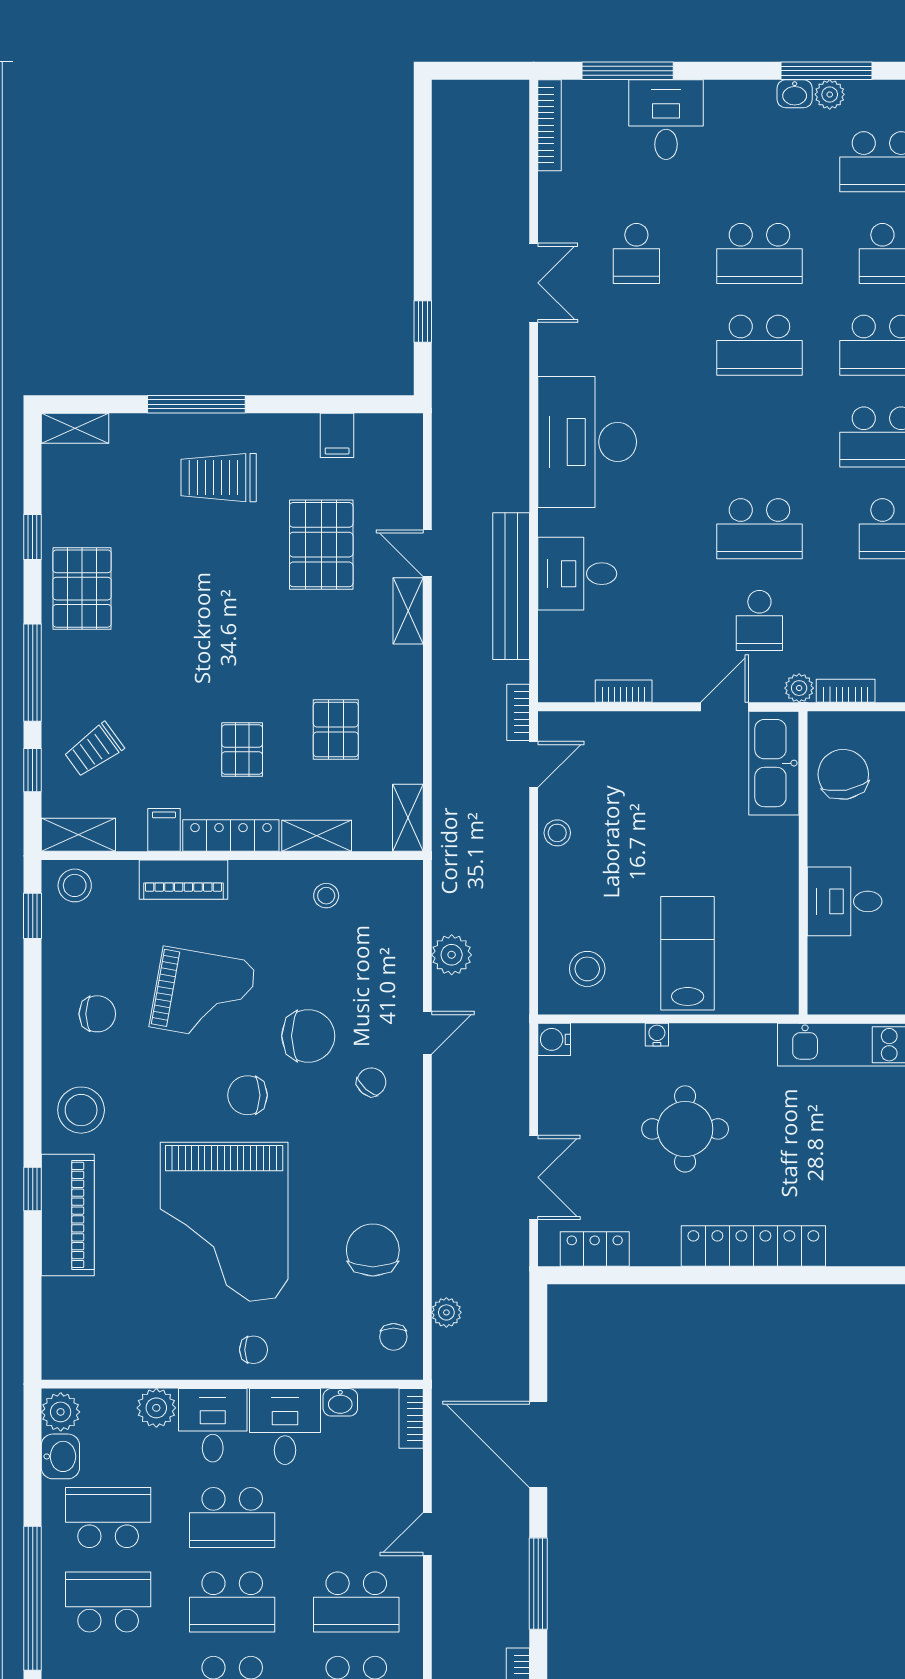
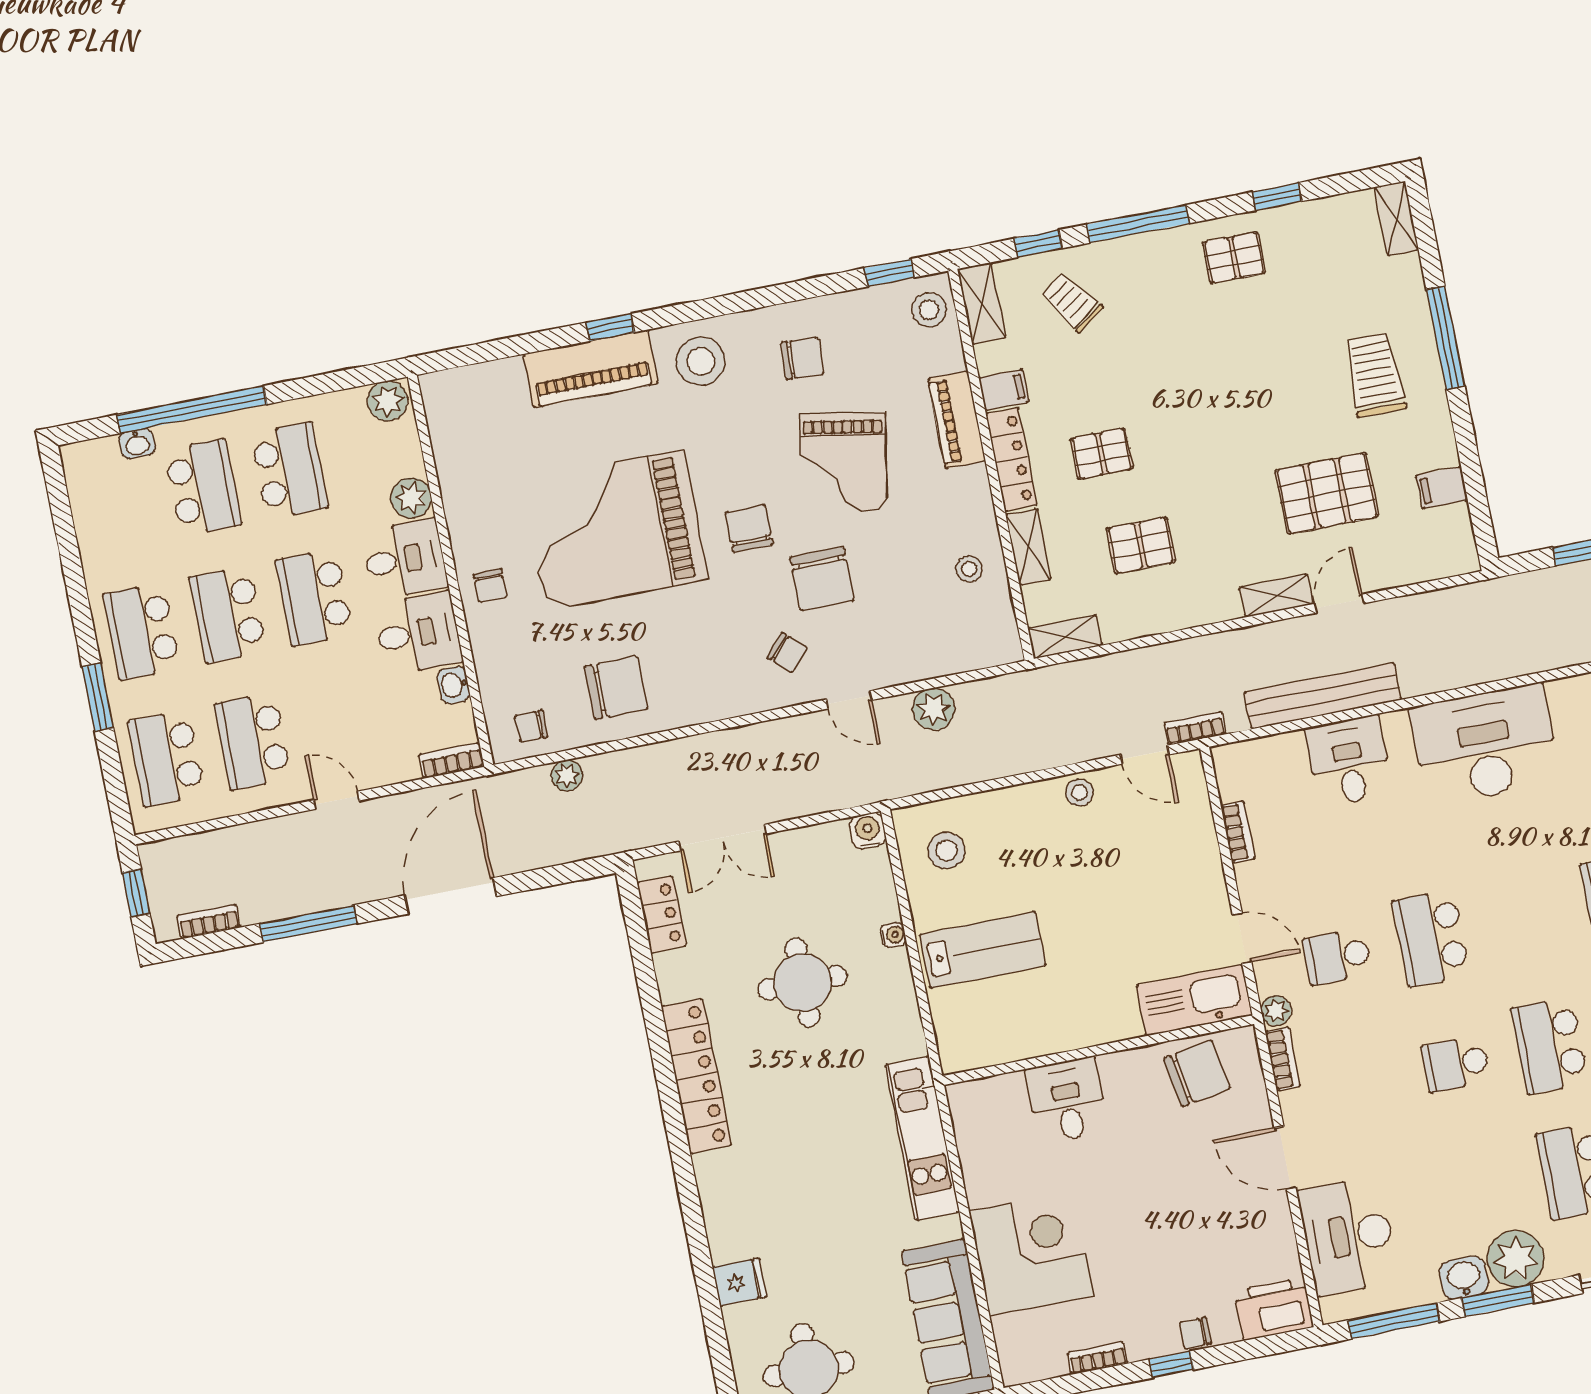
pallet: (82, 589) -> (1234, 258), width x0.67, depth x0.71
chair: (97, 1014) -> (802, 359), turned -86
washbasin: (60, 1456) -> (137, 444), moved, width x0.72, depth x0.69

